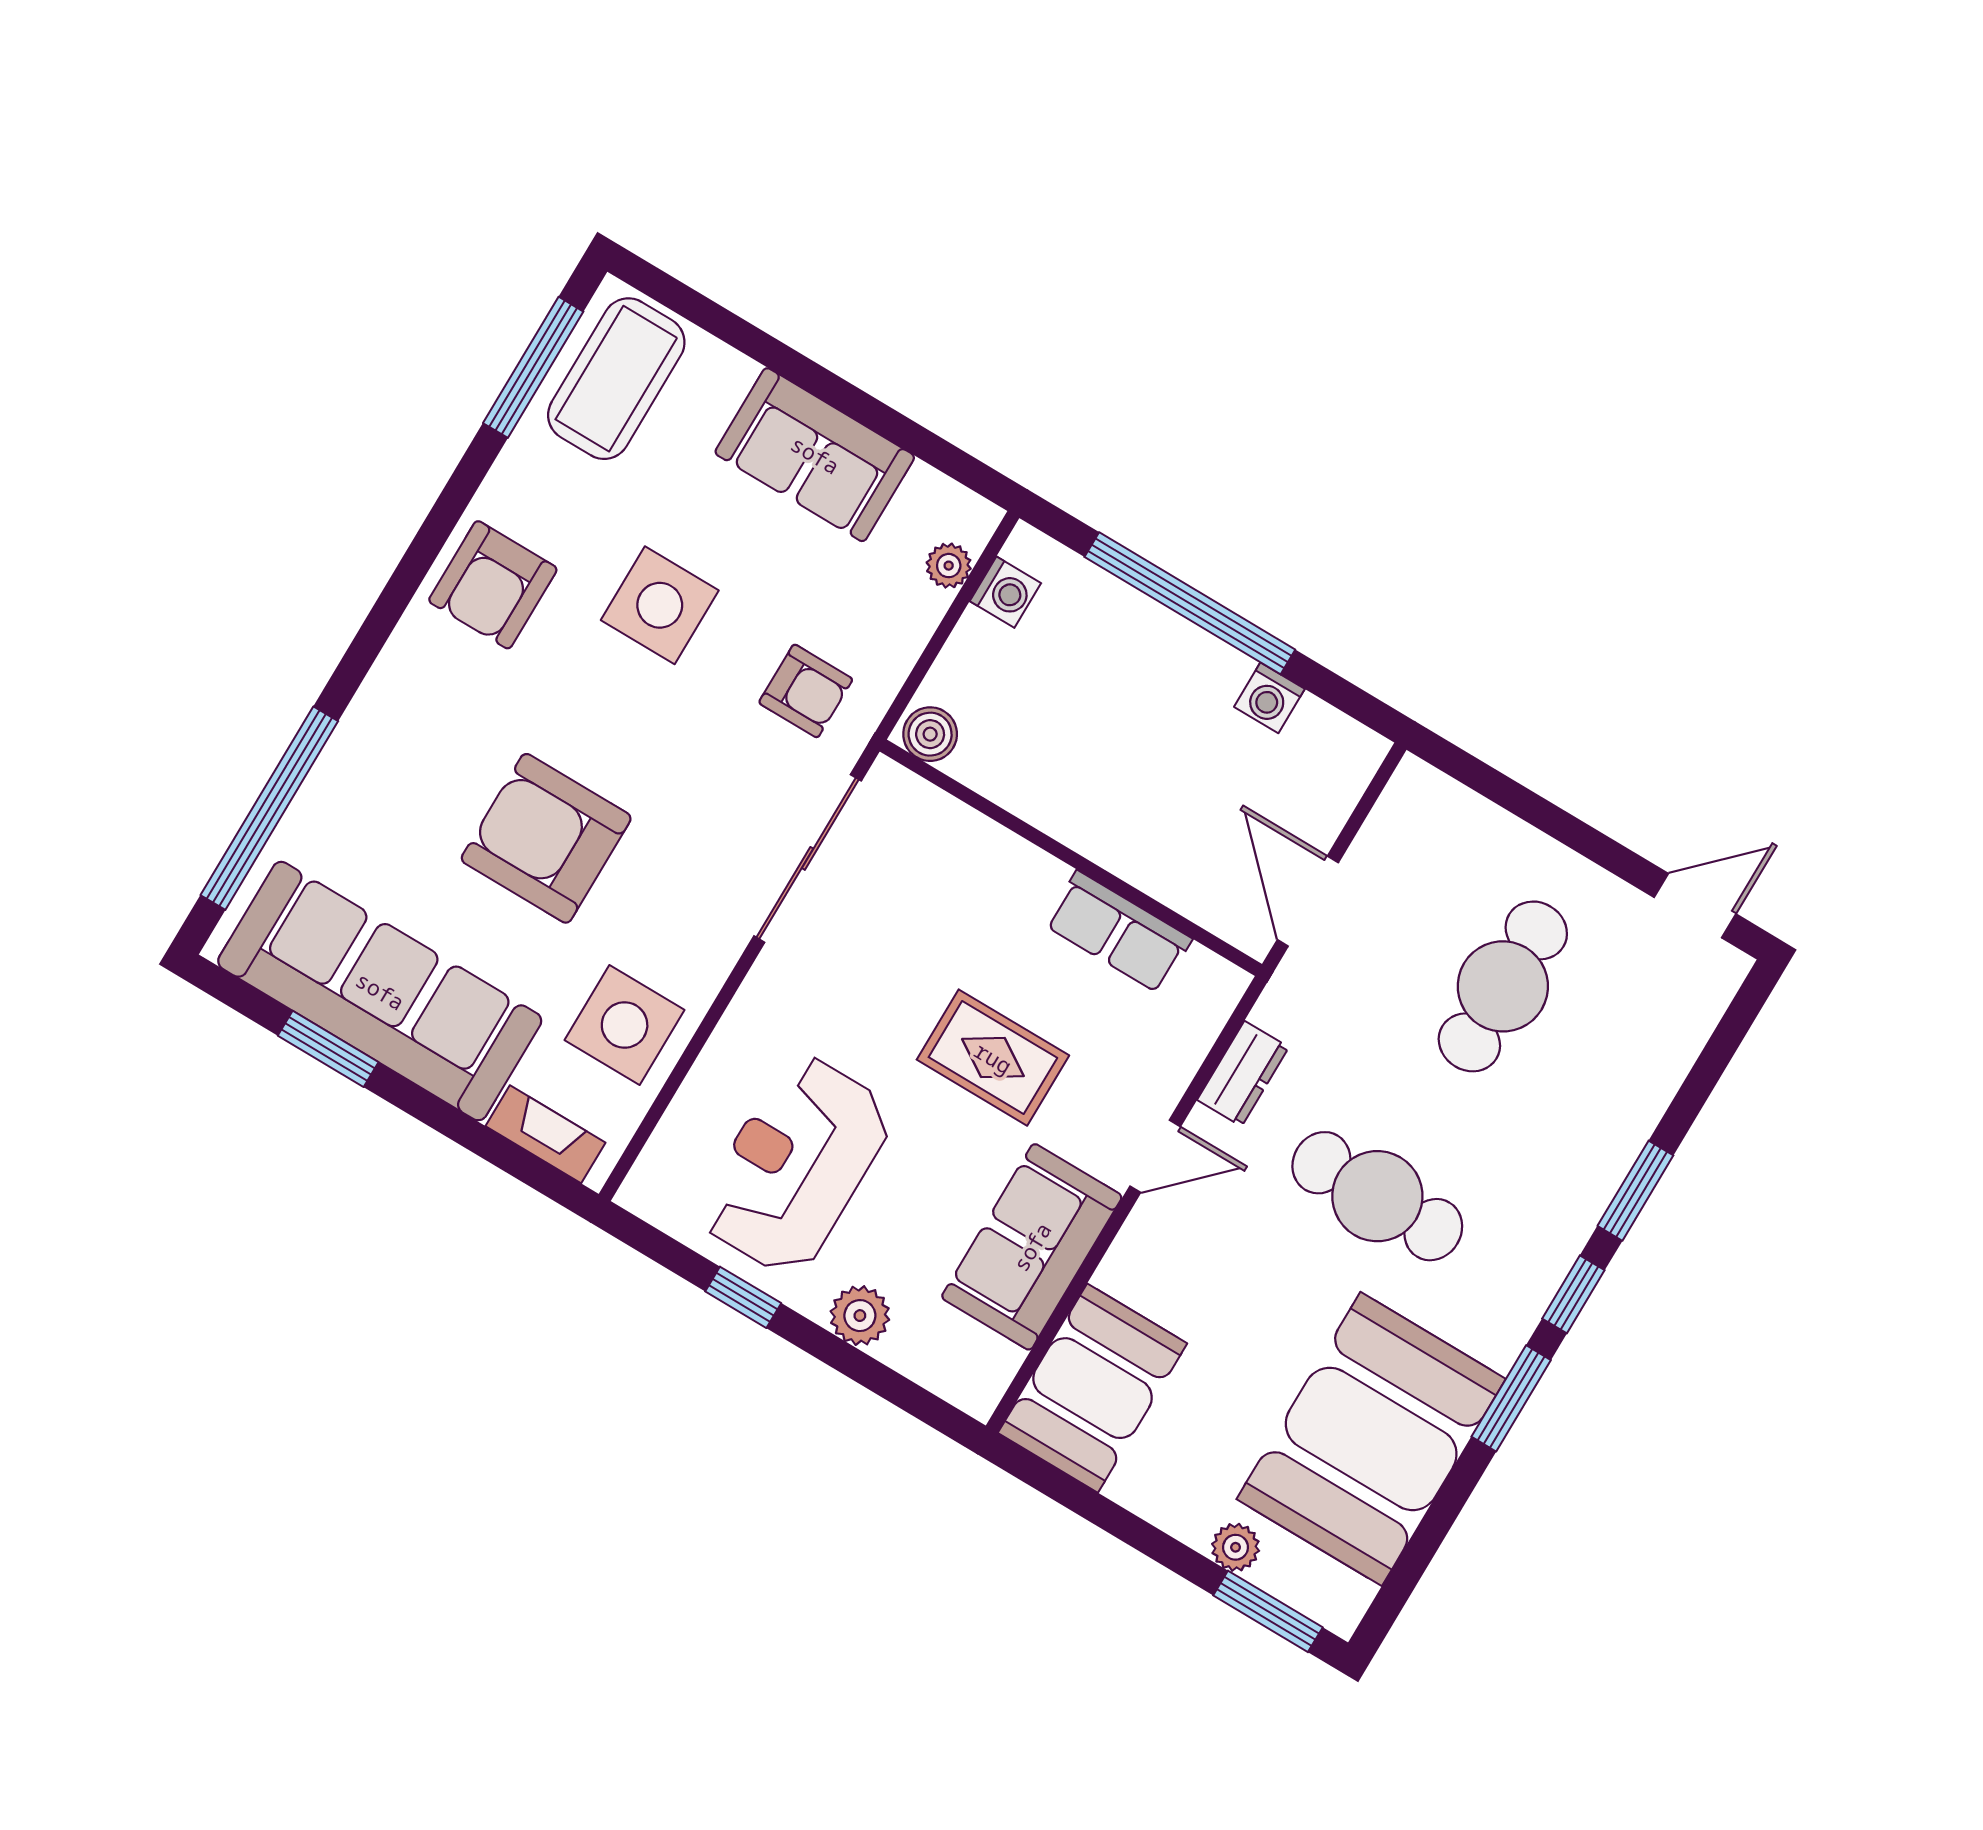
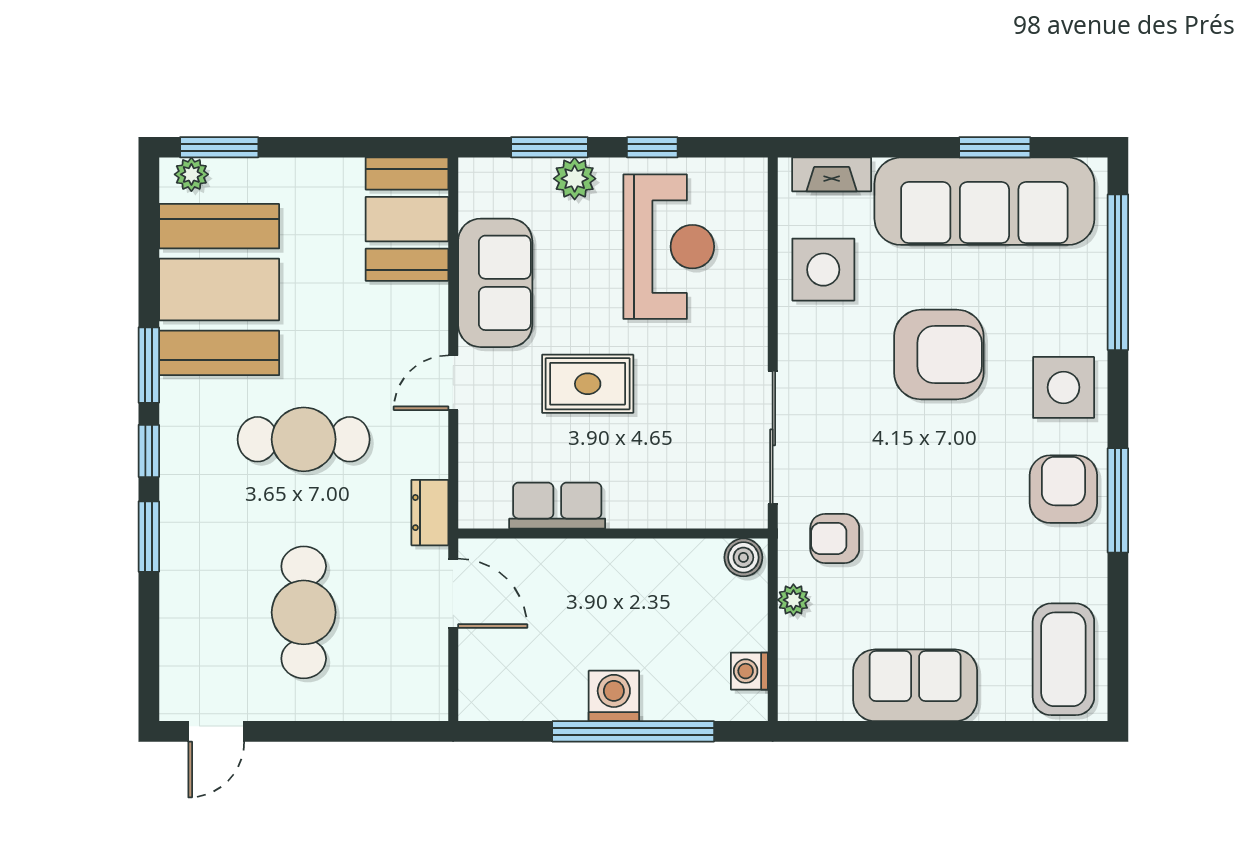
window: (533, 367) -> (1118, 500), moved
plant: (949, 566) -> (793, 600), moved
side table: (660, 605) -> (1064, 387), moved
washing machine: (1269, 698) -> (614, 696), moved, width x1.38, depth x1.38
dresser: (1243, 1074) -> (430, 513), moved
window: (868, 1372) -> (549, 147), added
plant: (1236, 1547) -> (191, 174), moved

